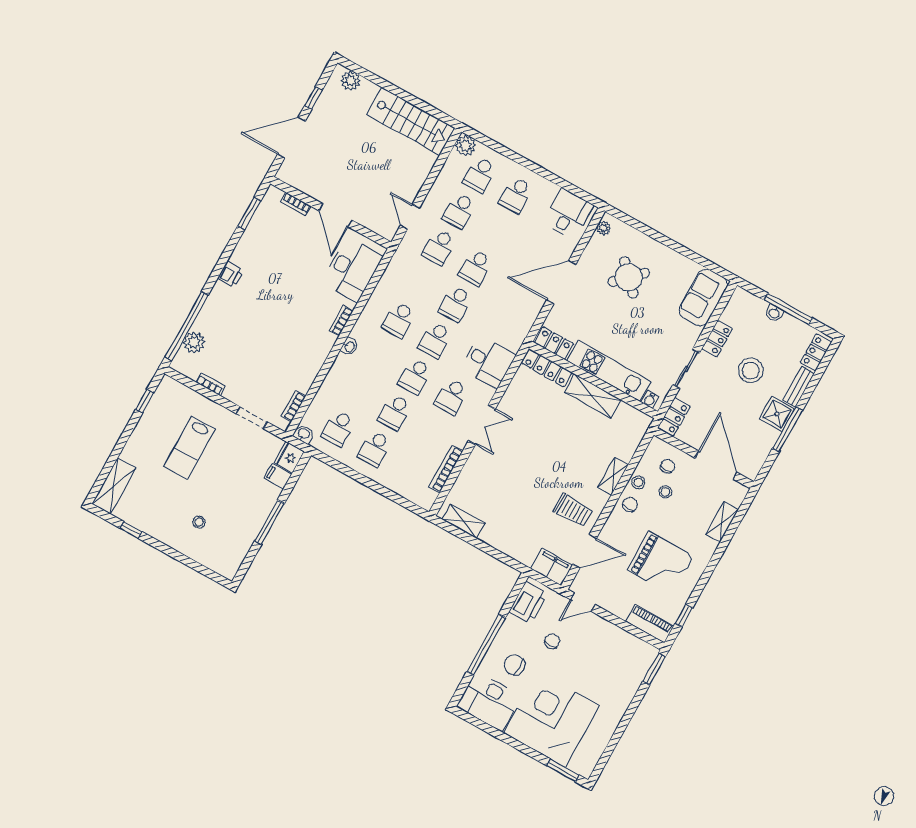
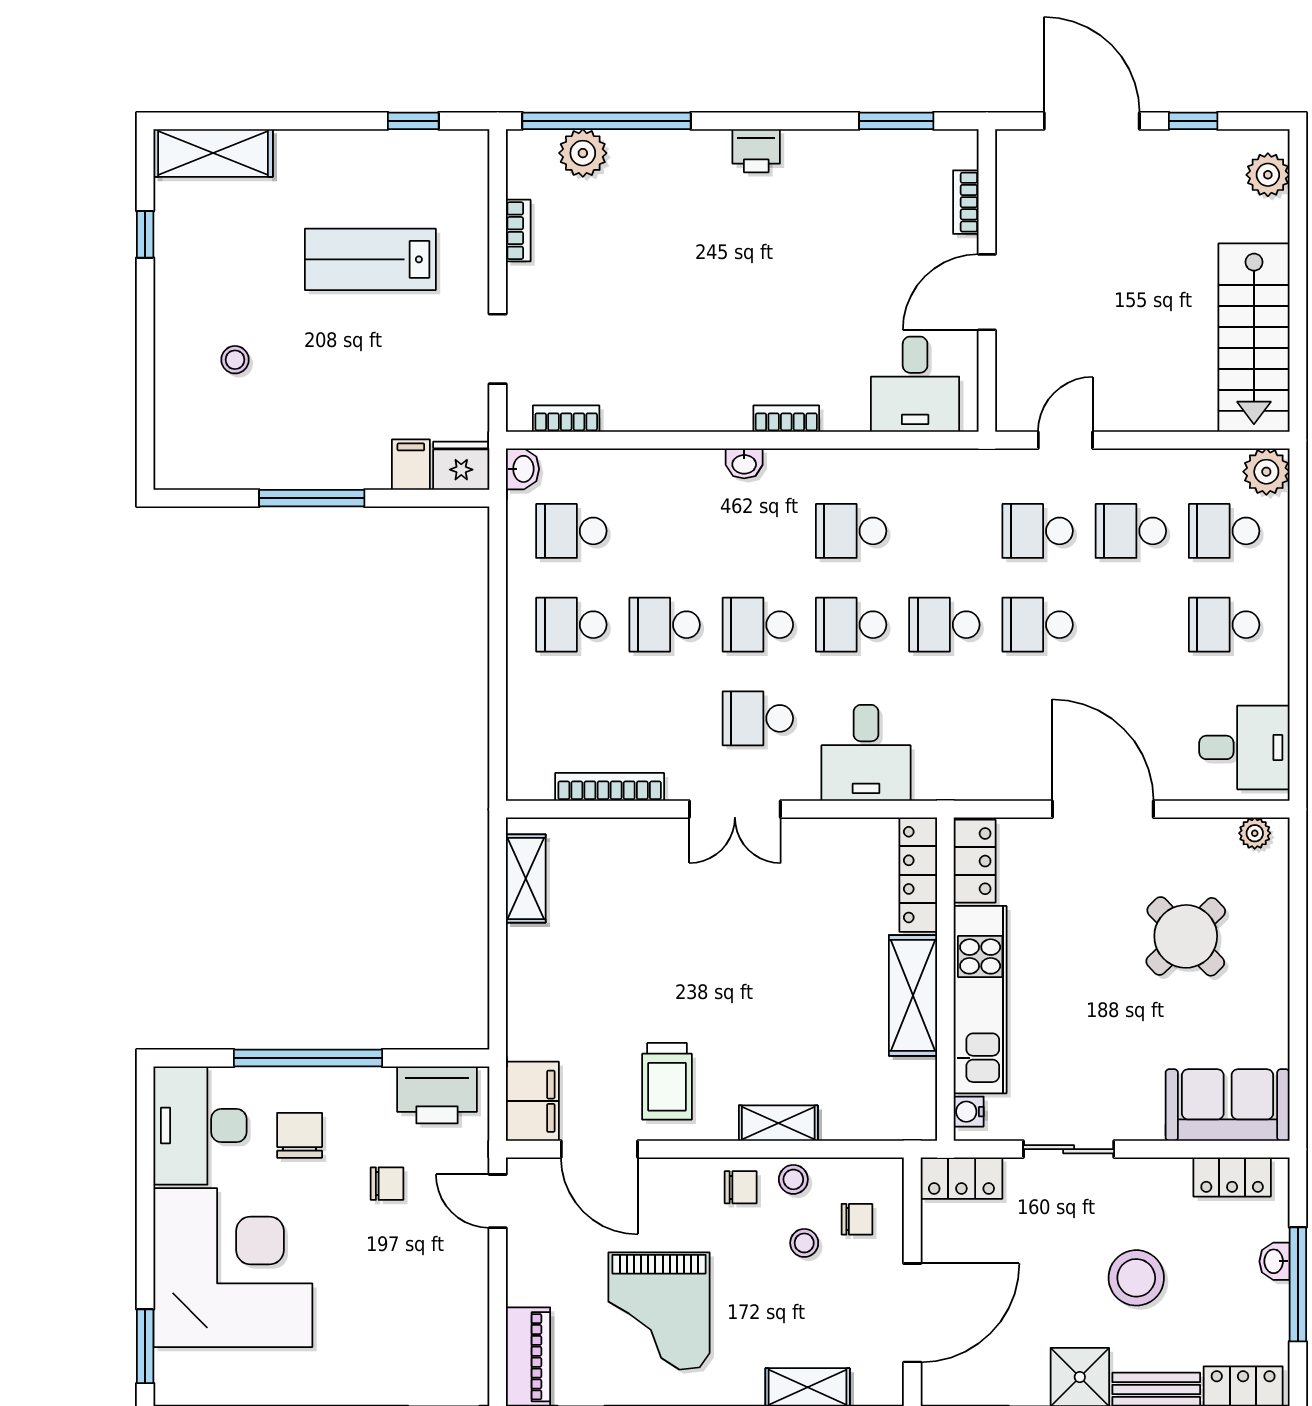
desk: (352, 270) -> (915, 384), width x0.73
locker: (717, 339) -> (1232, 1177), moved

